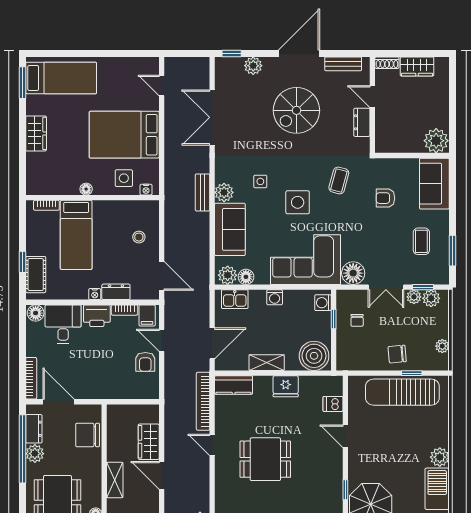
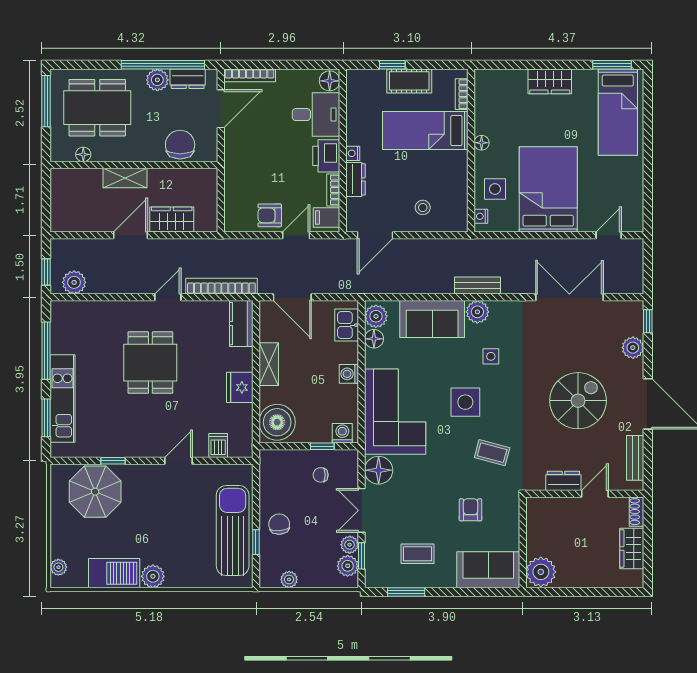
spiral stairs: (296, 110) -> (578, 401), turned 90
cot: (36, 275) -> (409, 81), moved

